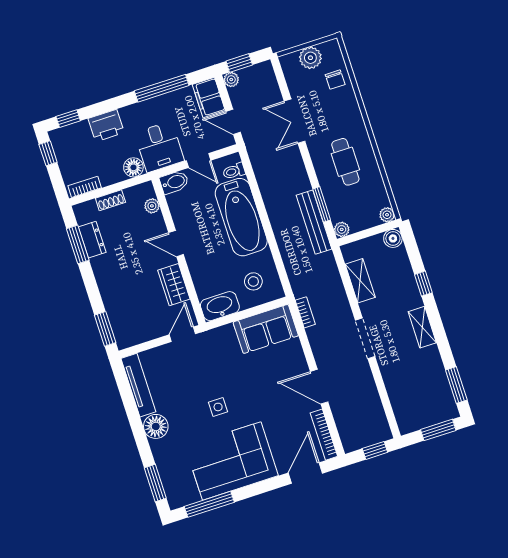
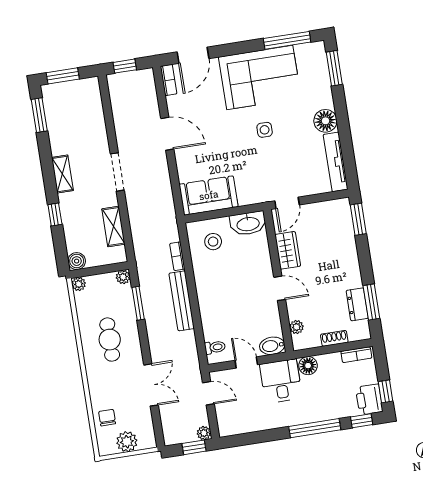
window: (162, 88) -> (315, 428), moved
filing cabinet: (209, 98) -> (227, 420), removed
printer: (106, 126) -> (369, 399), moved, turned -90
bathtub: (241, 217) -> (215, 303), removed
bench: (314, 222) -> (182, 301), moved
bookcase: (305, 312) -> (177, 256), moved
bookcase: (324, 435) -> (169, 80), width x0.64

